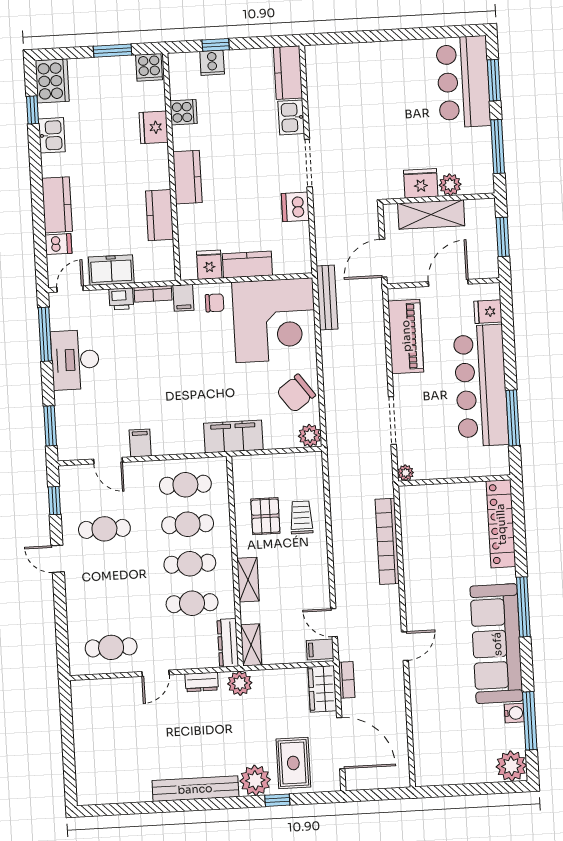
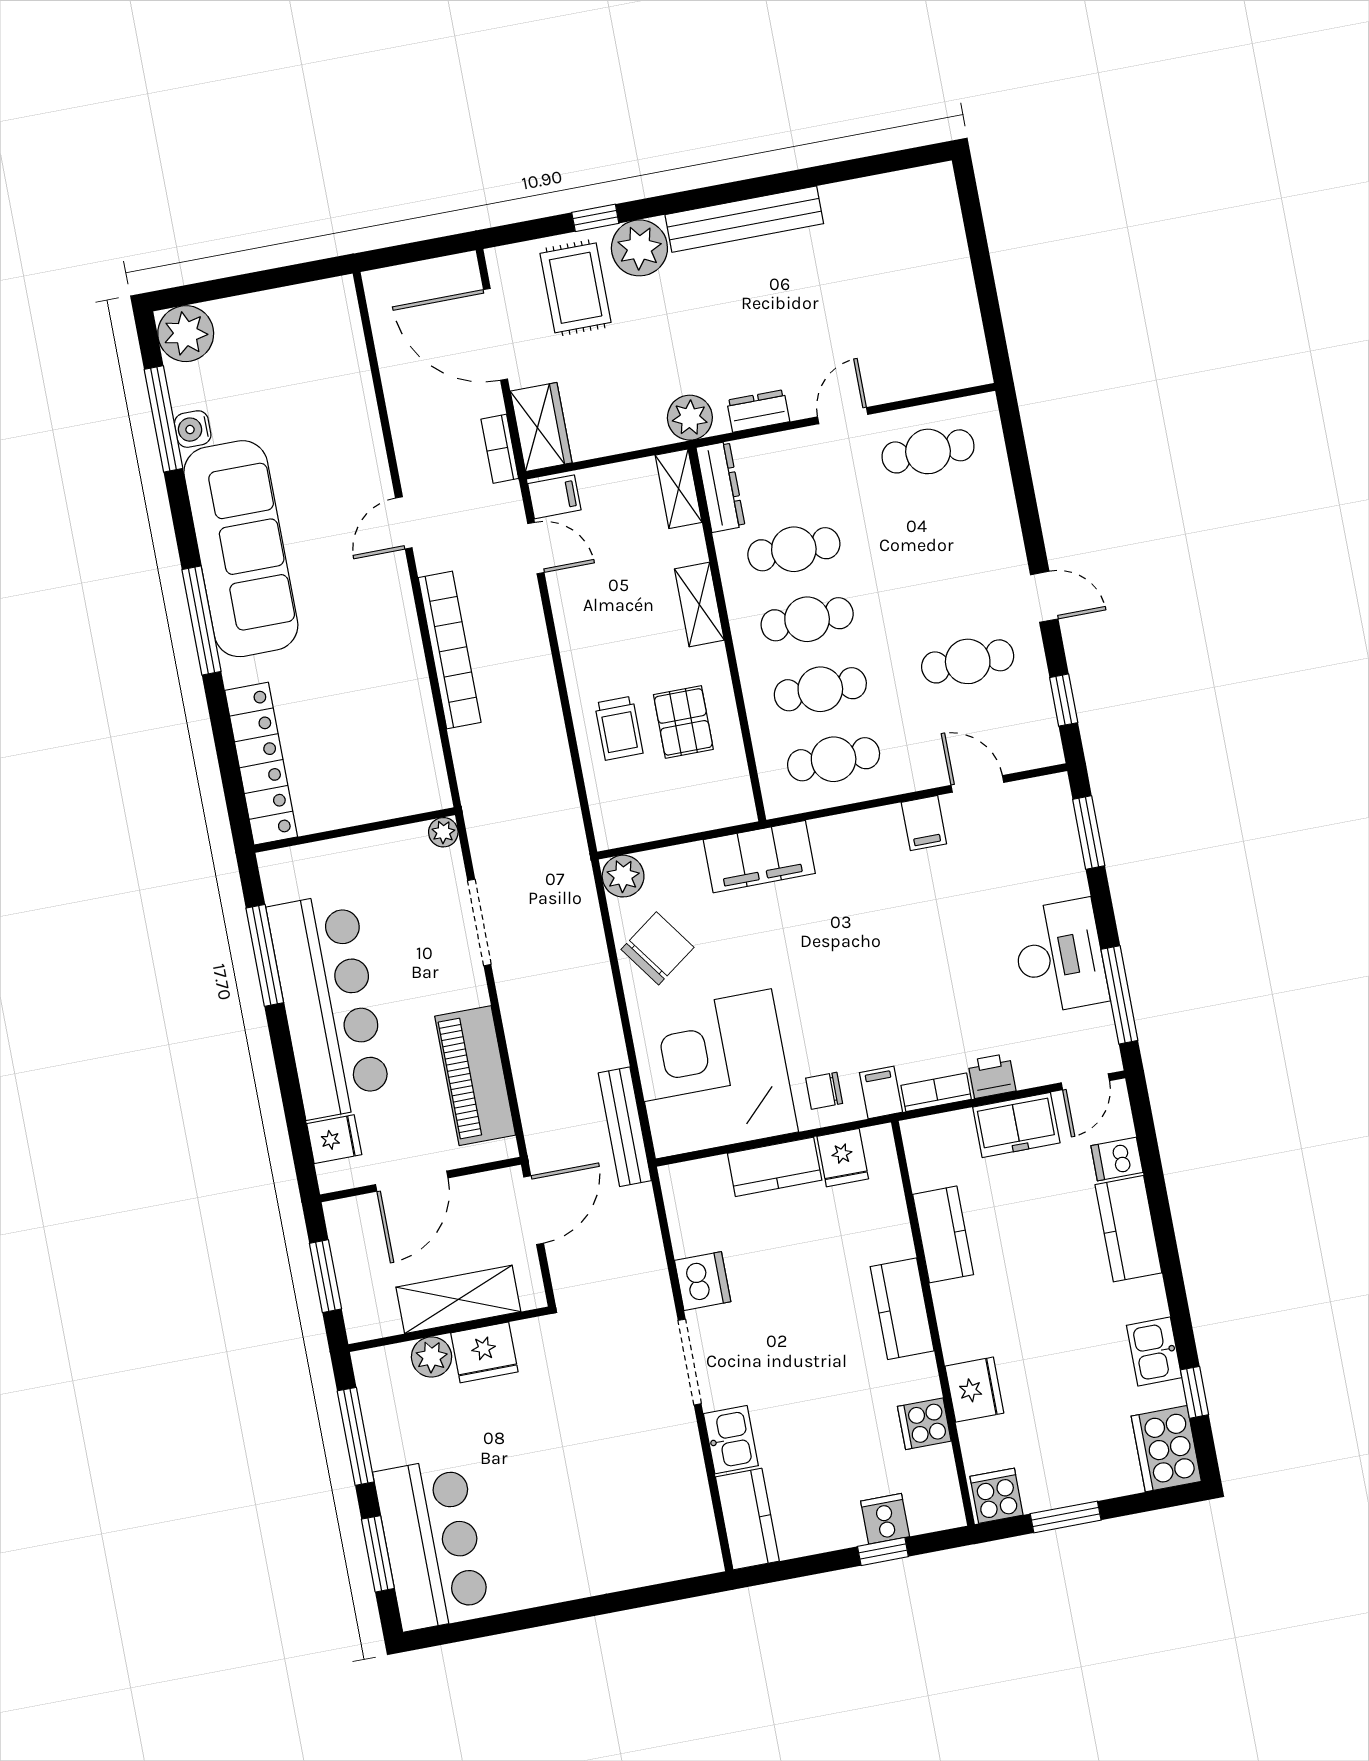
bookcase: (387, 541) -> (450, 650), moved

